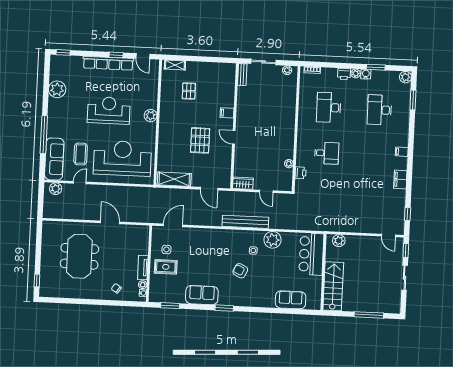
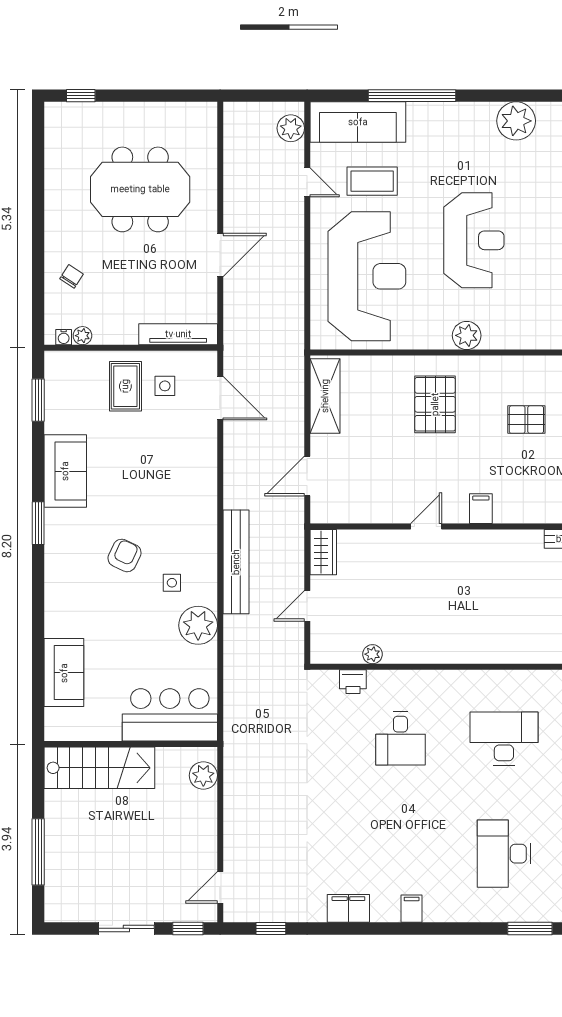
desk: (379, 110) -> (504, 854), turned -90
pallet: (200, 140) -> (435, 404), moved, turned 90
tv unit: (143, 268) -> (178, 334), moved, width x1.41

